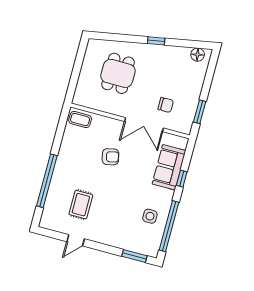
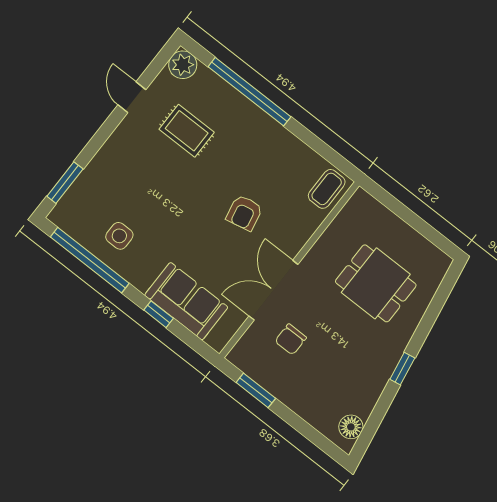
plant: (48, 221) -> (183, 65), added

